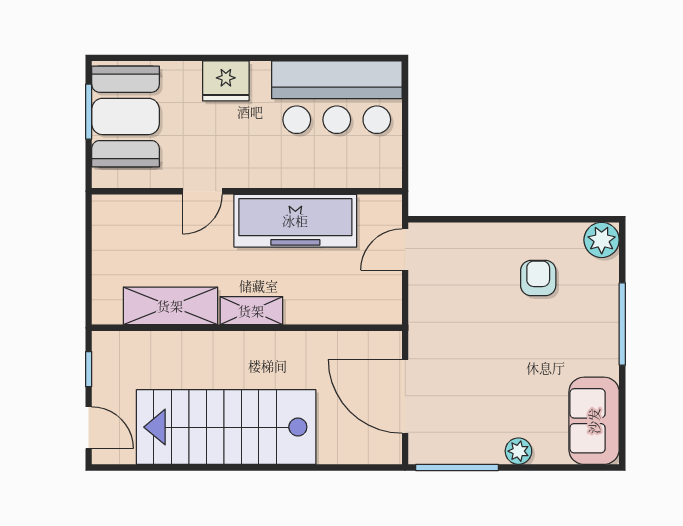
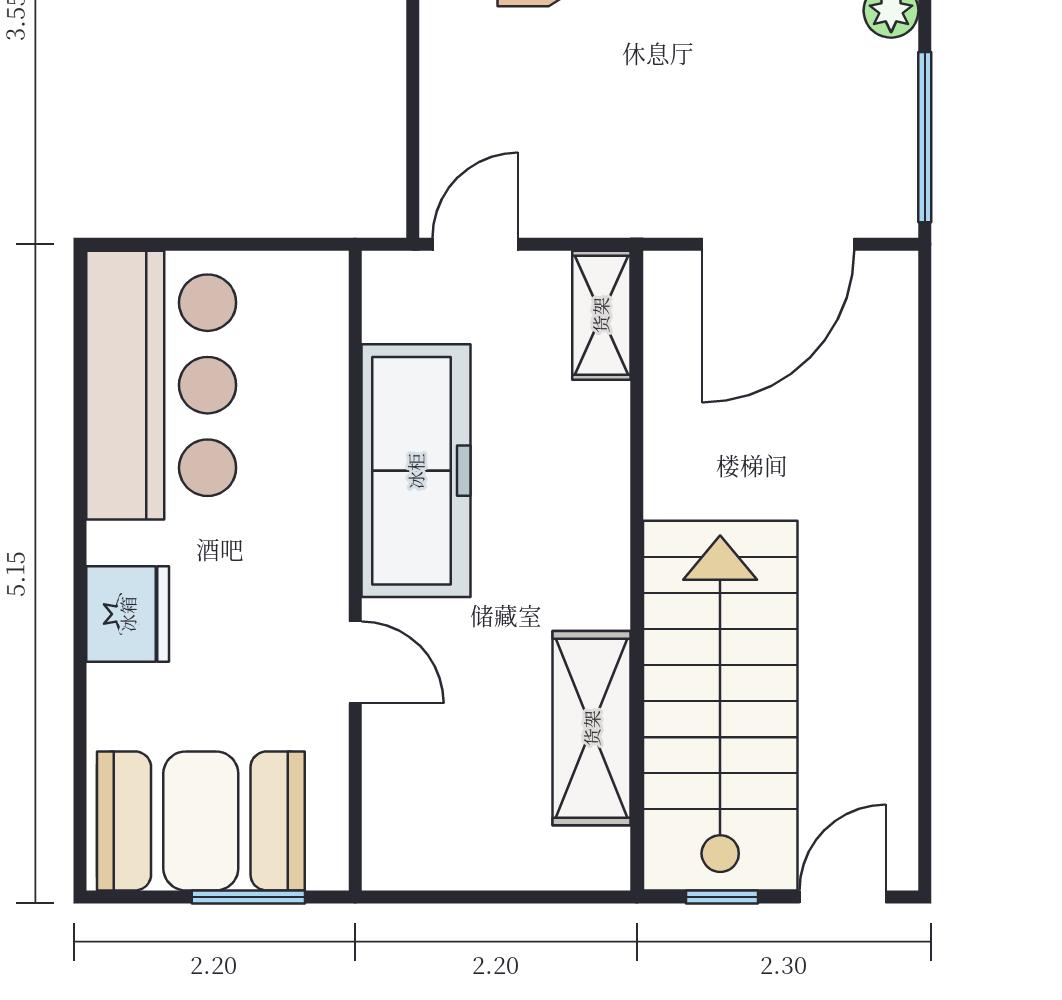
window: (89, 112) -> (248, 897), moved
door: (405, 250) -> (475, 244), swing flipped
shelving: (251, 311) -> (601, 315), moved
stairs: (226, 427) -> (720, 706), moved, turned 180

